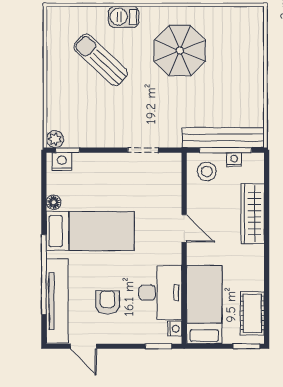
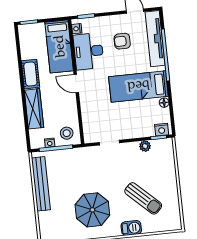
bench: (223, 138) -> (41, 184), moved, turned 90
plant: (55, 139) -> (145, 146), moved
door: (184, 229) -> (76, 84), moved
armchair: (108, 303) -> (122, 41), turned 90
cot: (252, 313) -> (30, 74), moved

